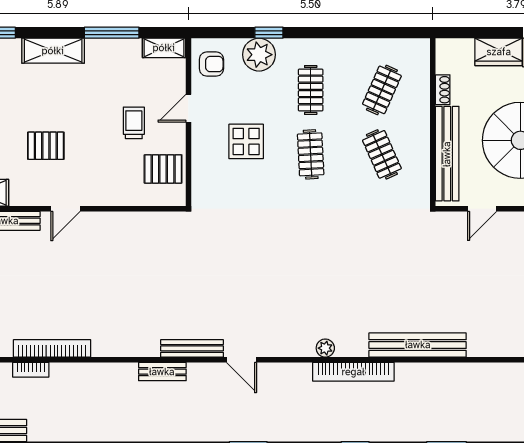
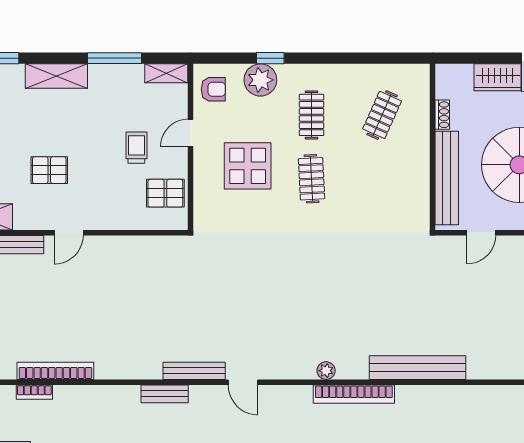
display table: (246, 141) -> (248, 166), width x1.36, depth x1.36
clothes rail: (382, 154) -> (382, 179), removed

